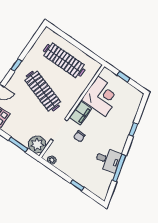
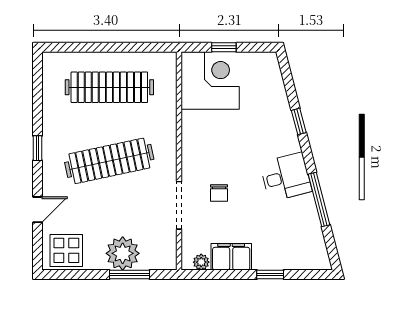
clothes rail: (43, 91) -> (109, 161), turned -30
corner desk: (102, 96) -> (210, 80), moved
filing cabinet: (80, 113) -> (231, 257), moved, turned -90
plant: (37, 144) -> (123, 253), moved
desk: (108, 160) -> (286, 177), moved

